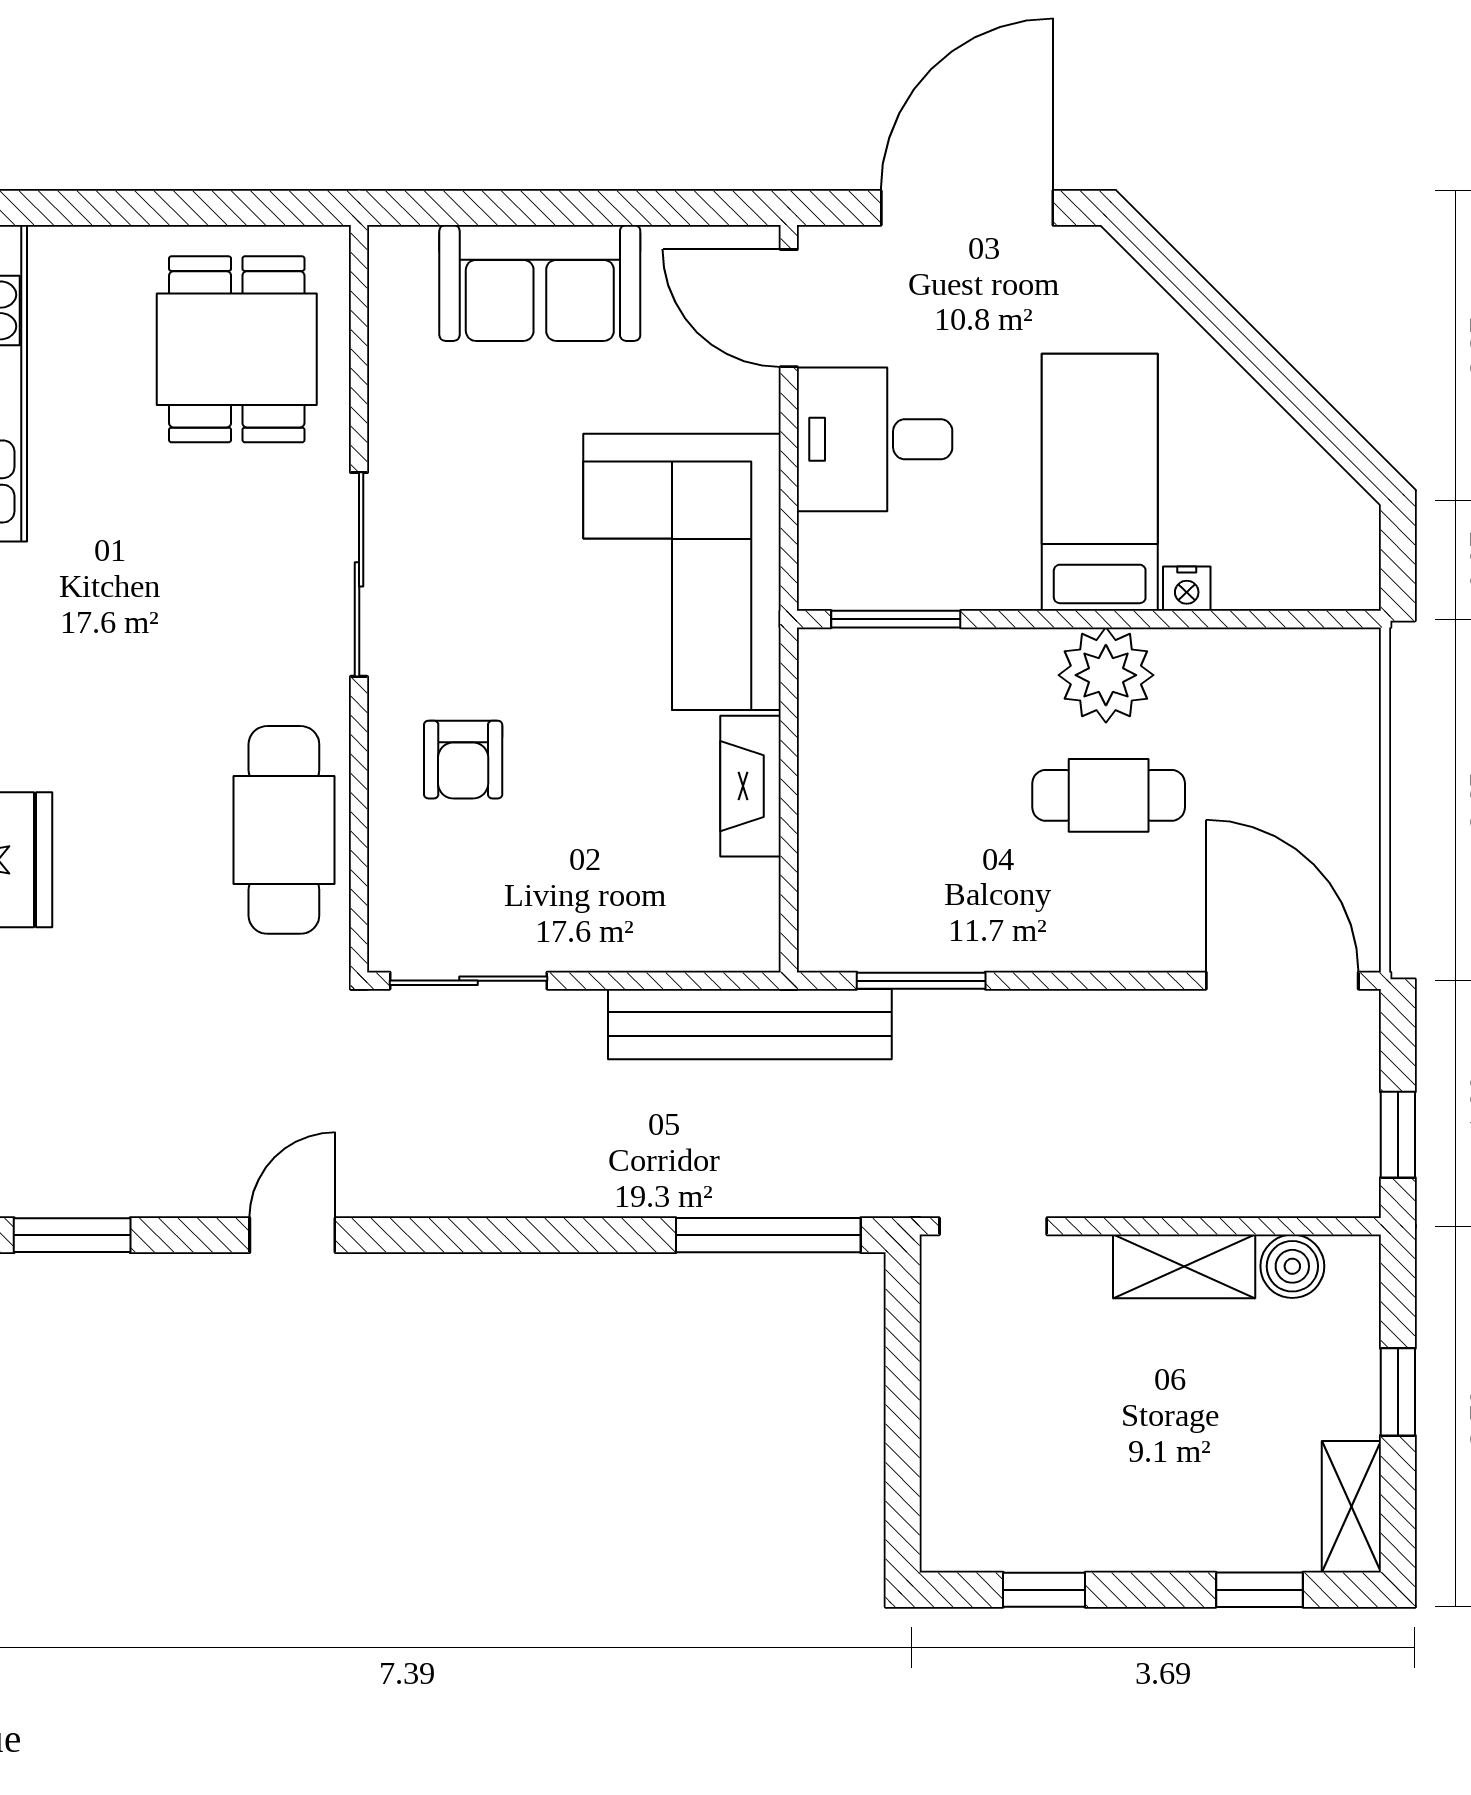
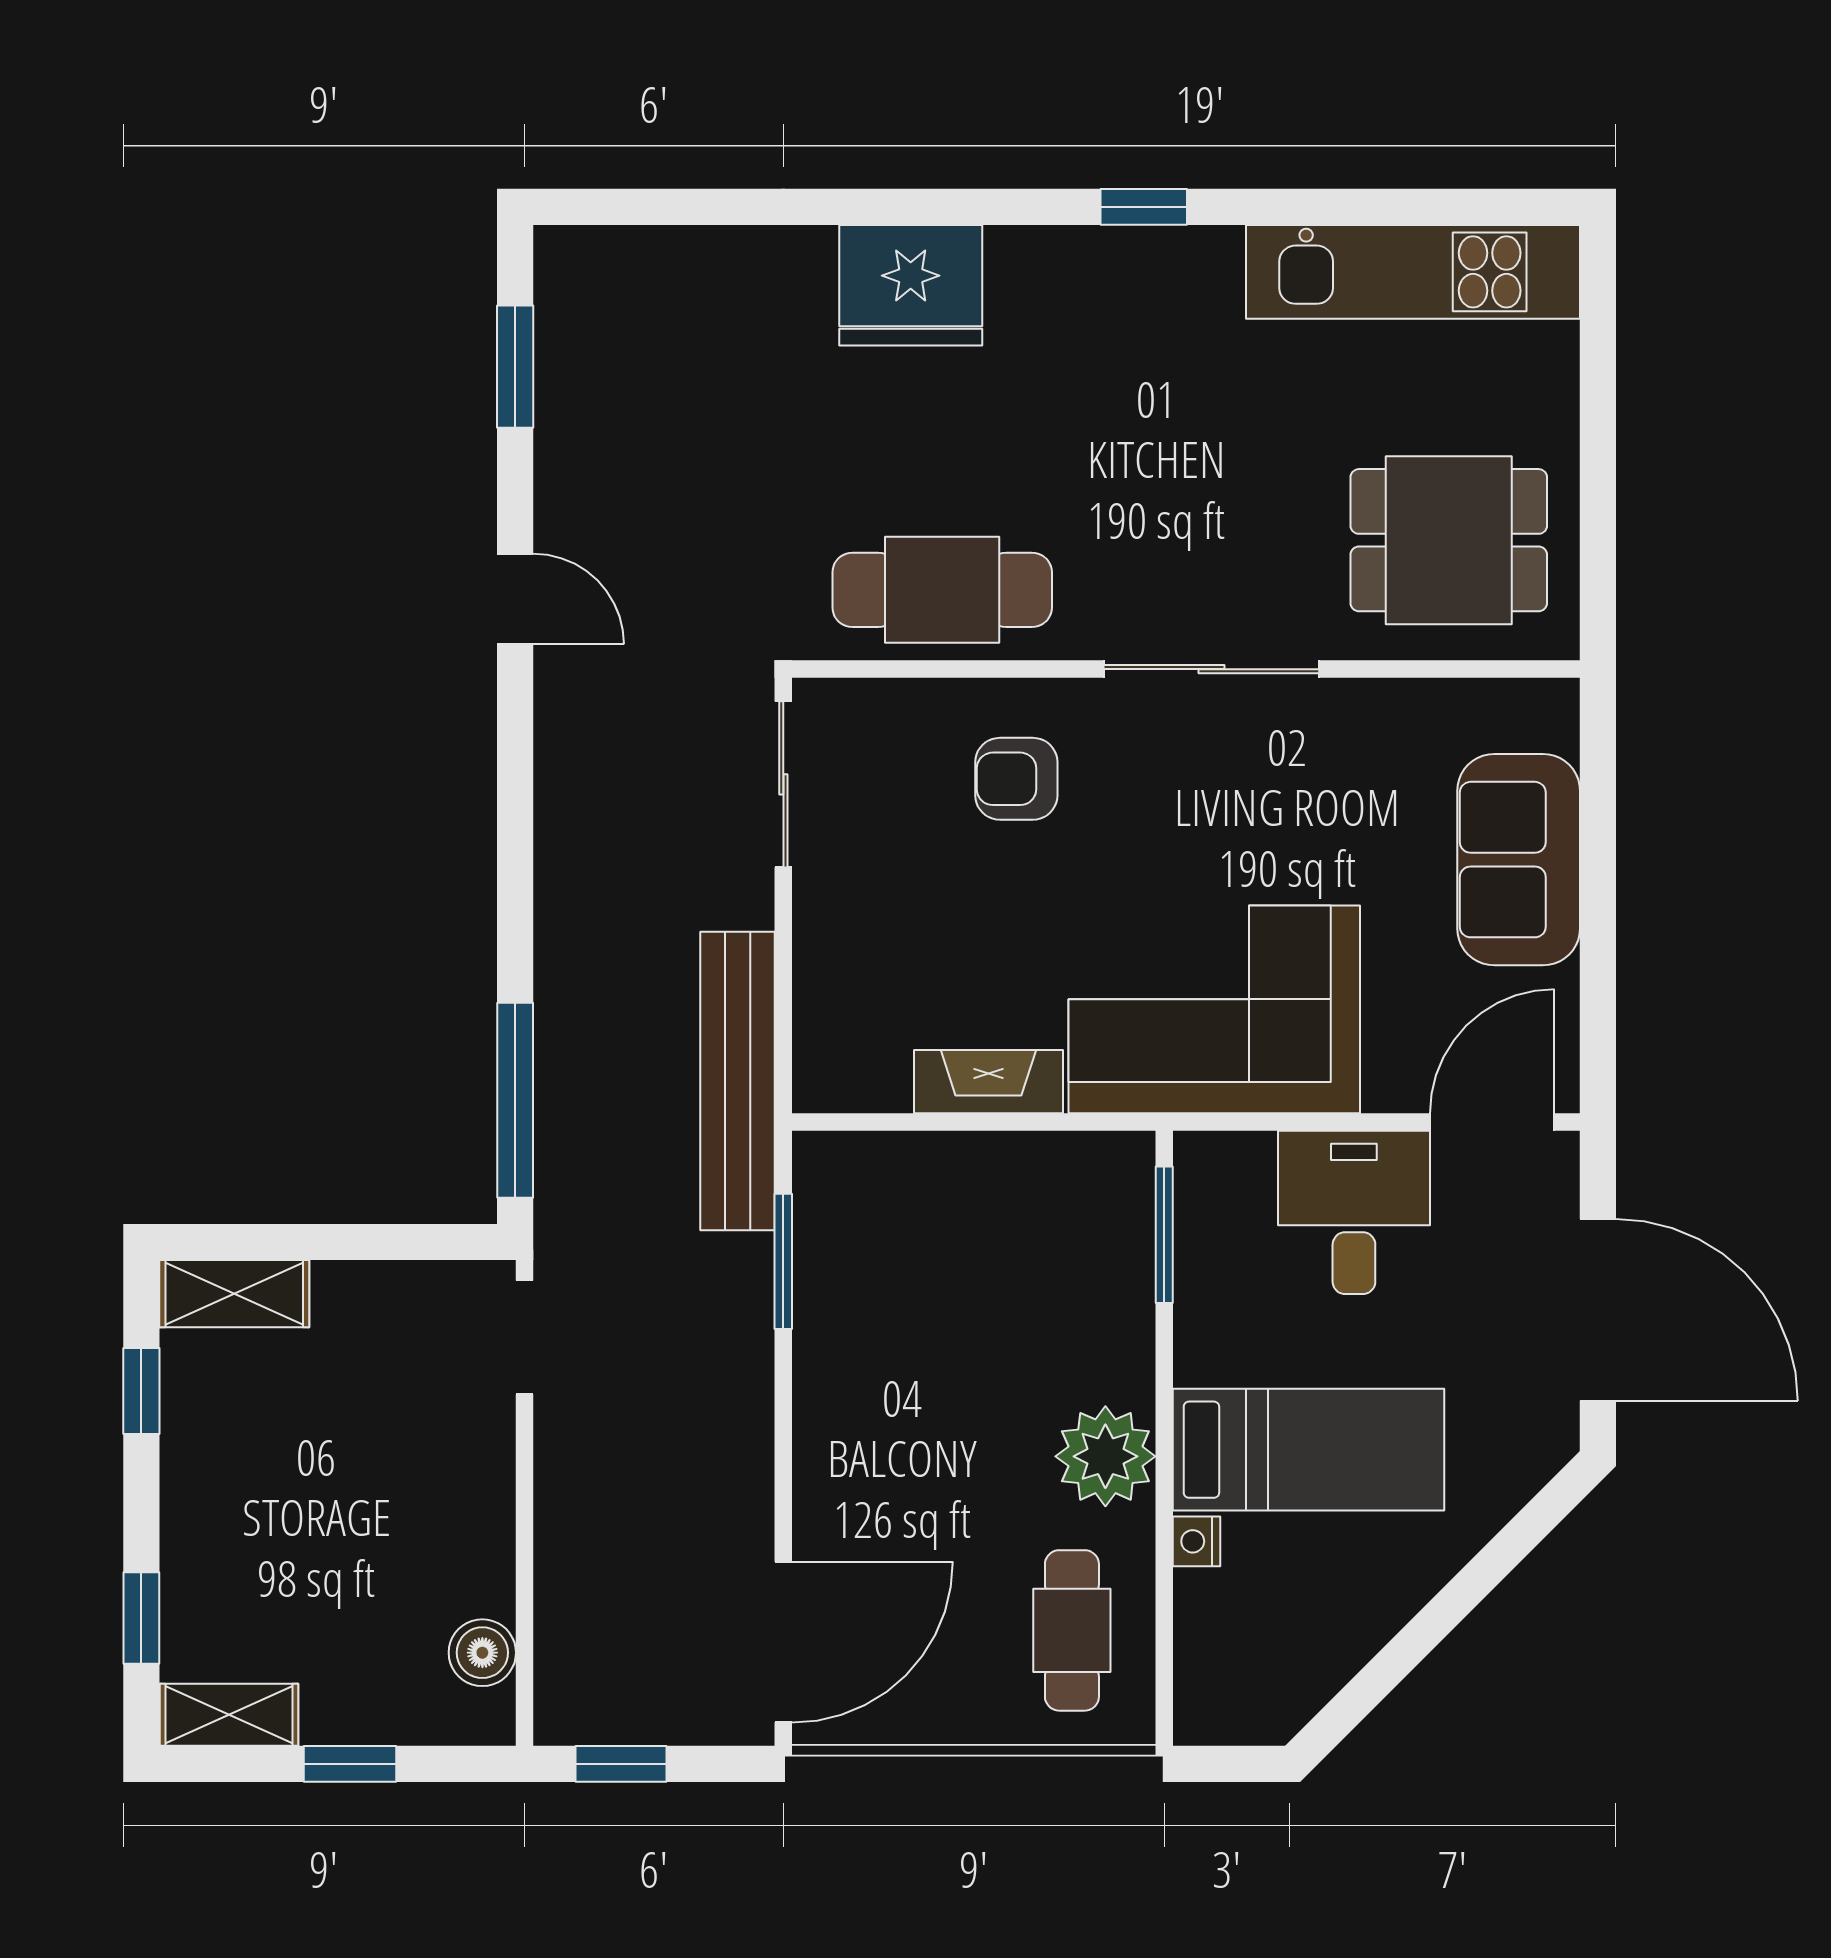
cafe table: (1109, 795) -> (1072, 1630), moved
shelving: (1184, 1266) -> (234, 1294), moved, turned 90

